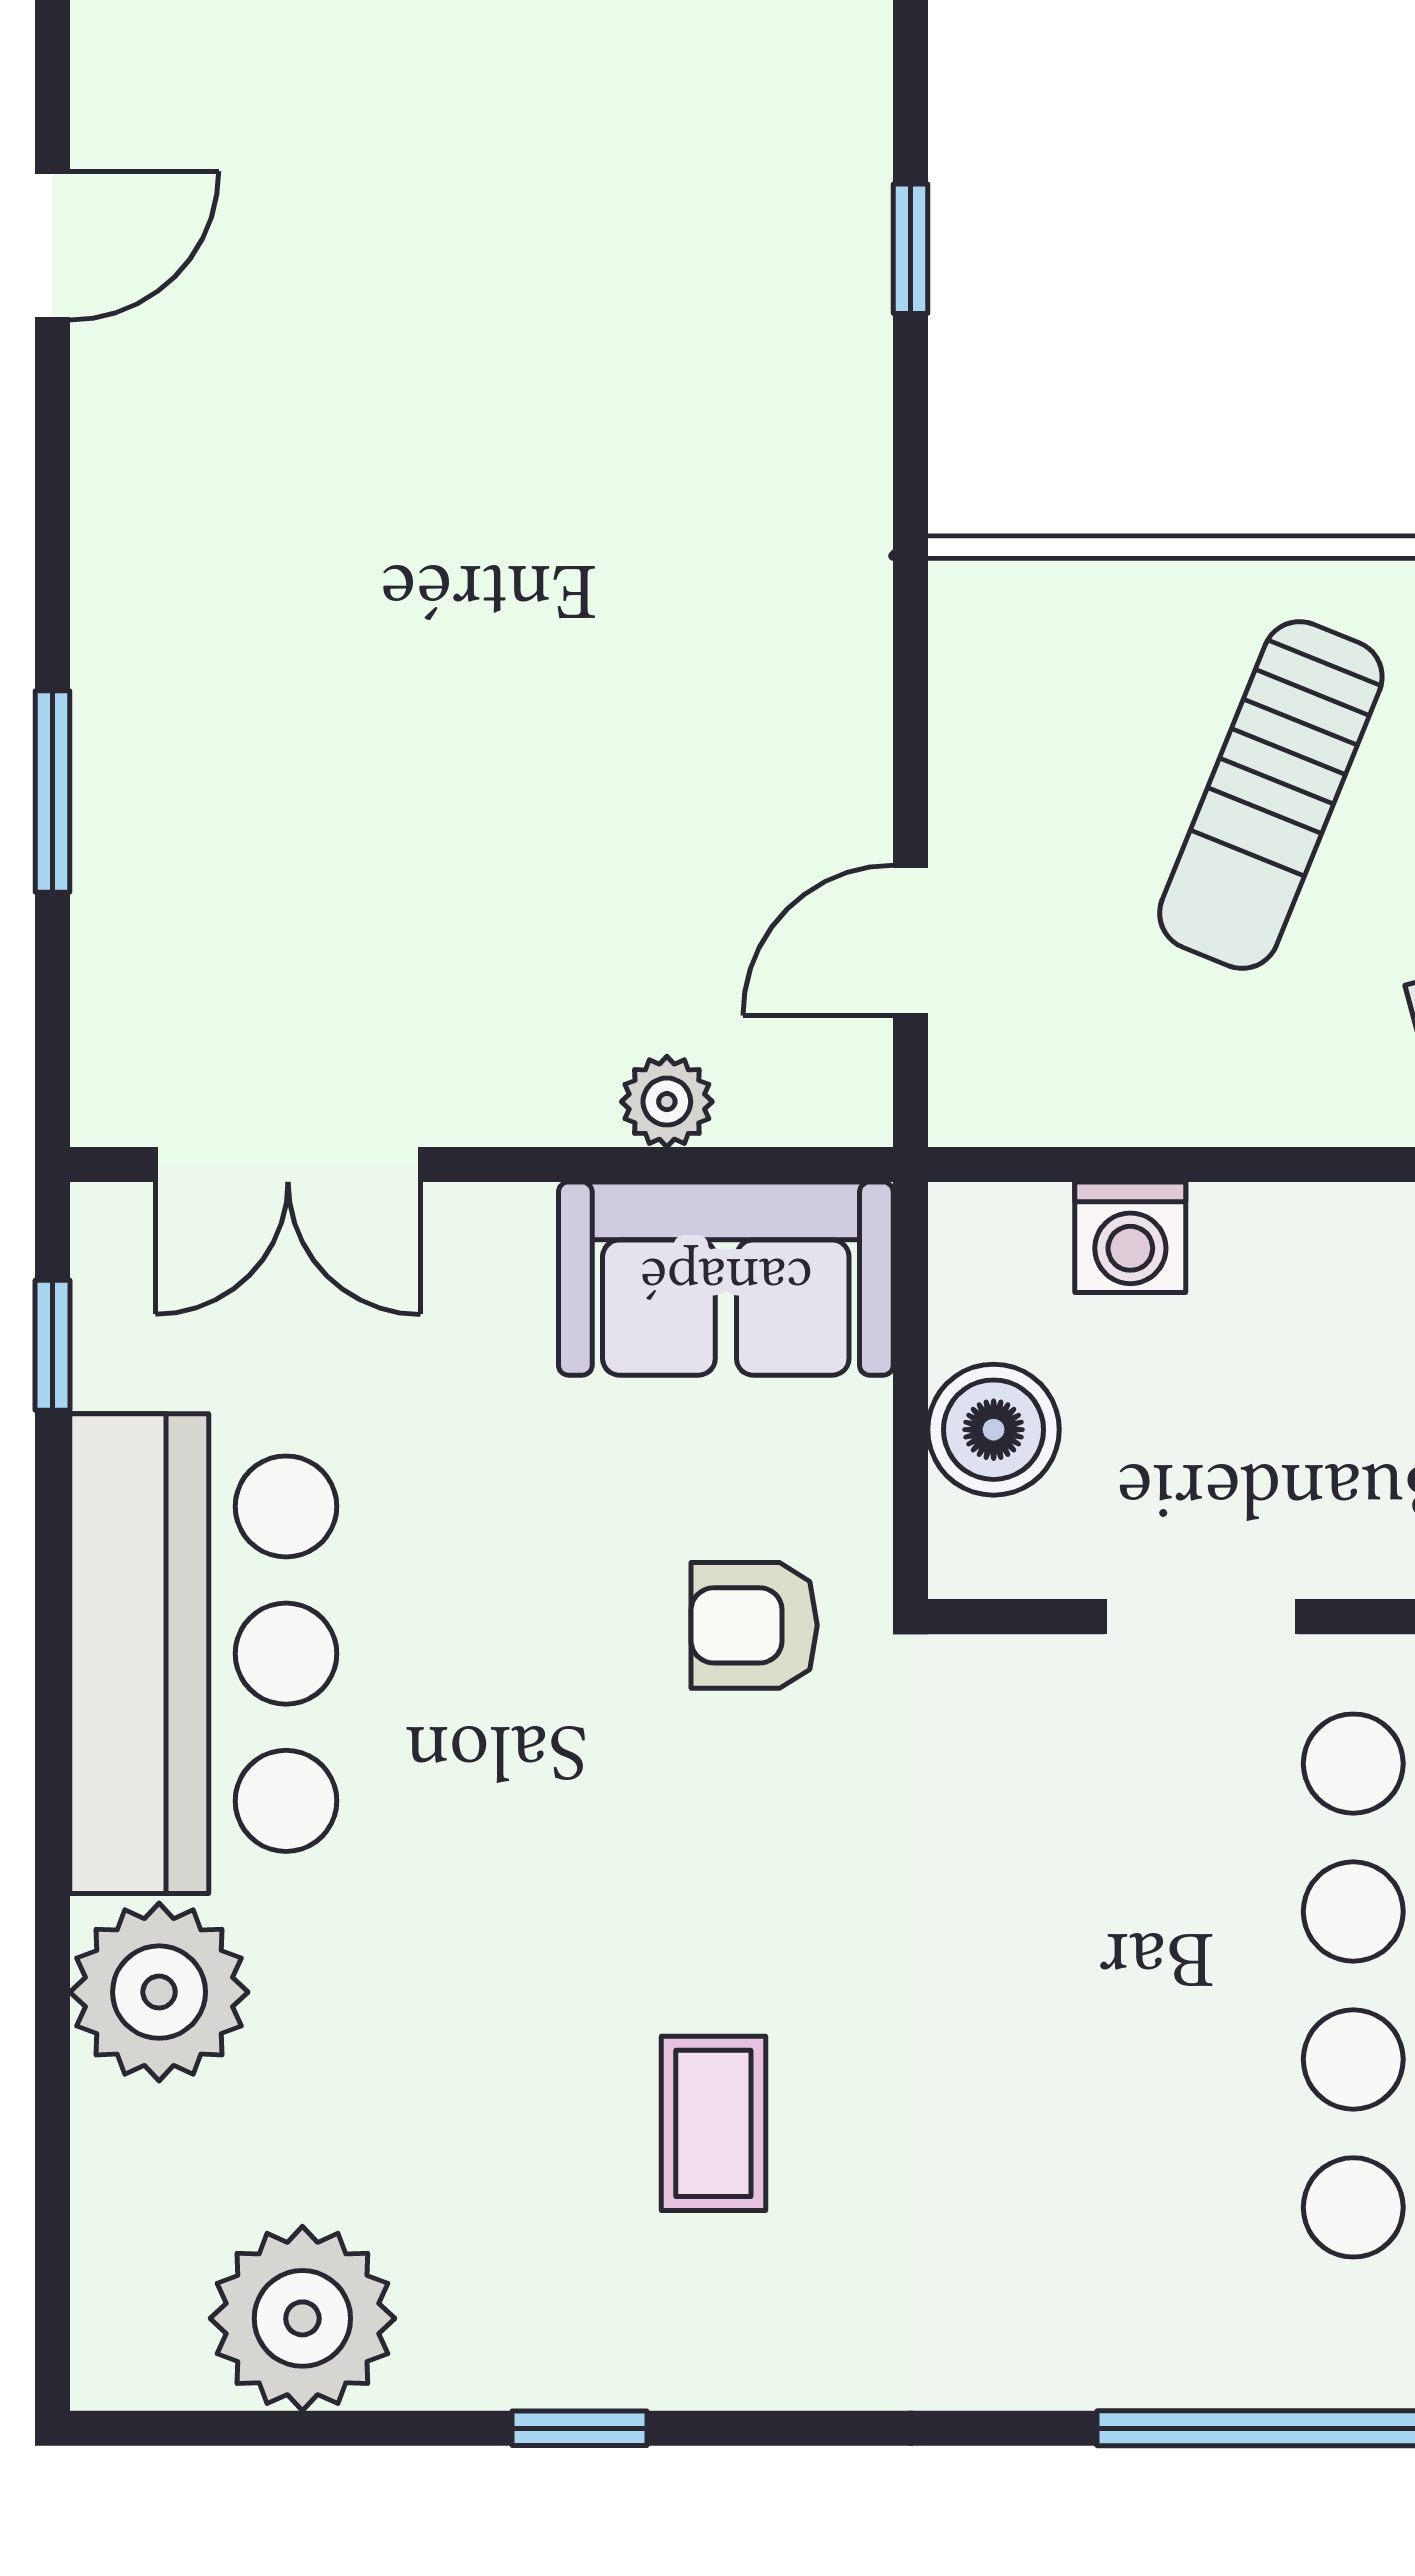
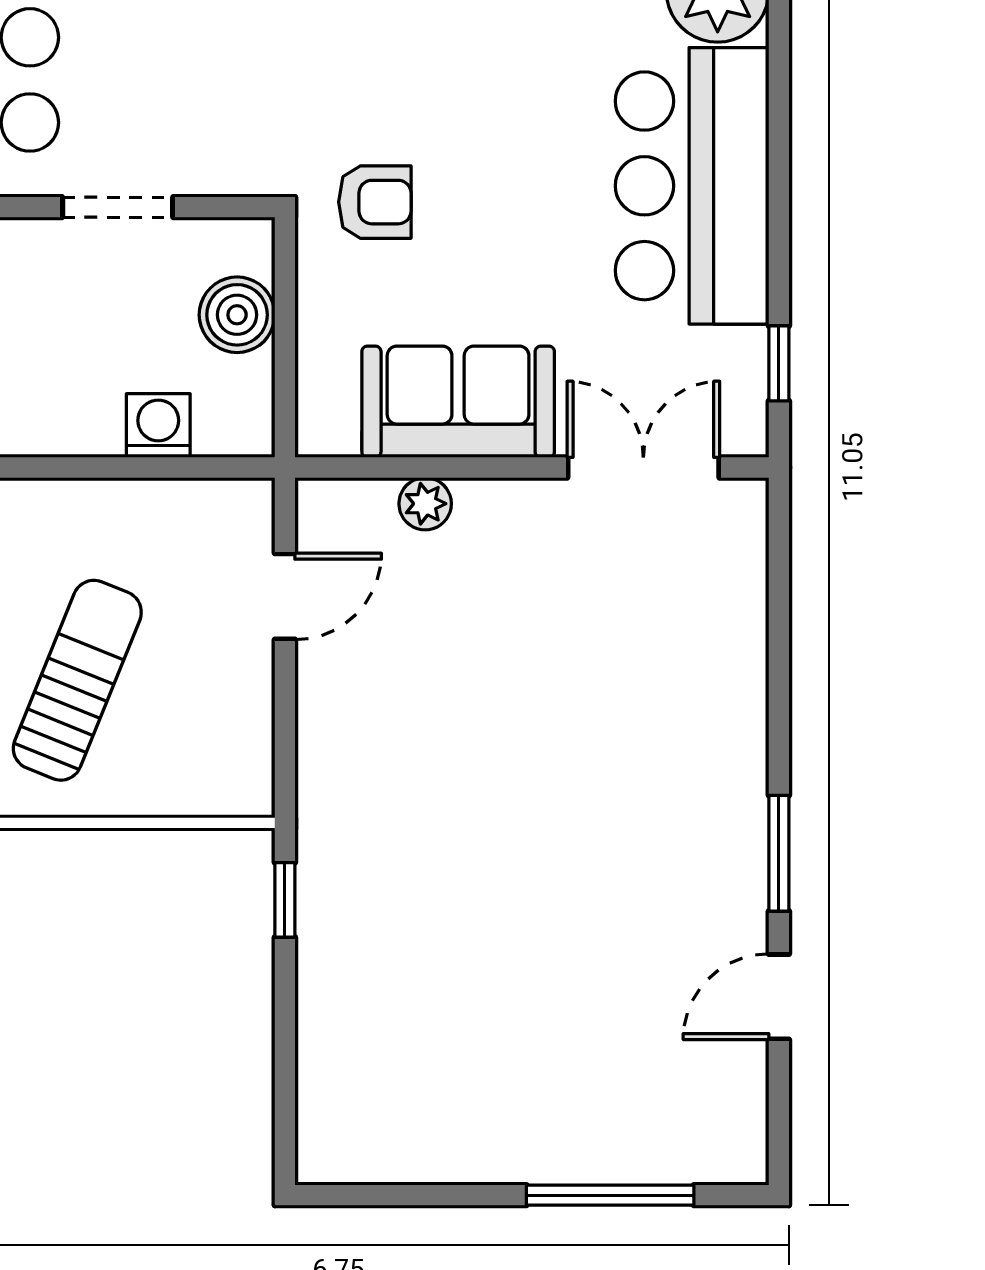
window: (910, 249) -> (285, 900), moved
window: (53, 792) -> (779, 853), moved
sofa: (726, 1279) -> (458, 402), moved

